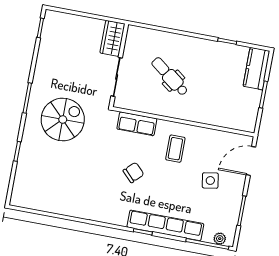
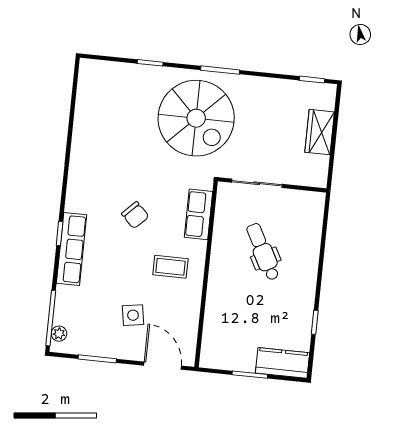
wardrobe: (112, 38) -> (320, 132), moved, turned -90
dental chair: (170, 77) -> (263, 252), turned -65
spiral stairs: (63, 119) -> (196, 118), width x1.37, depth x1.37
row of seats: (165, 225) -> (72, 249), width x0.73

